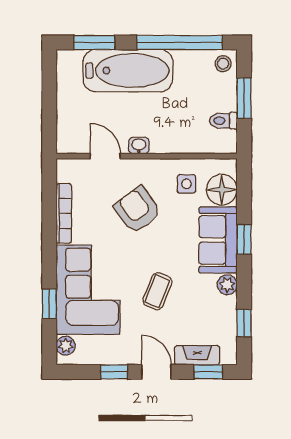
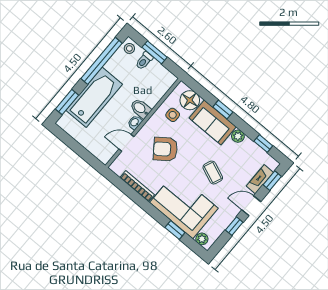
toilet: (223, 121) -> (144, 61), moved
bidet: (162, 138) -> (141, 109), added

